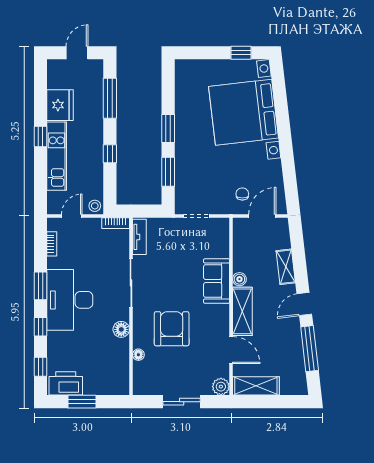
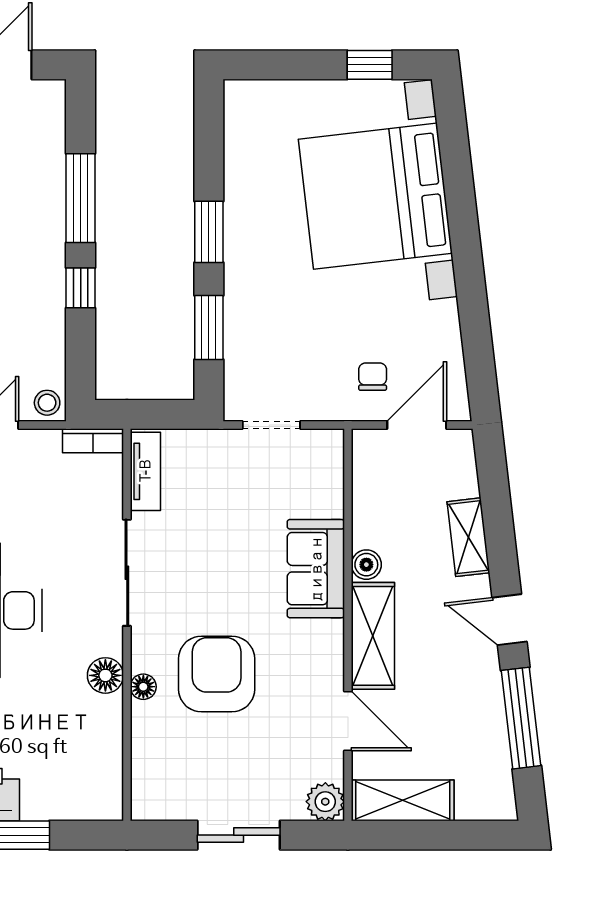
window: (110, 98) -> (81, 198), moved
door: (304, 304) -> (510, 620), hinge flipped
floor lamp: (138, 355) -> (143, 687), moved

